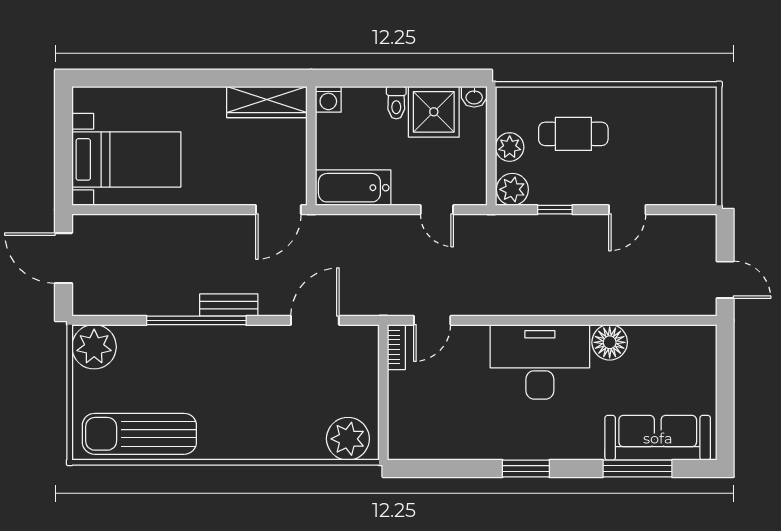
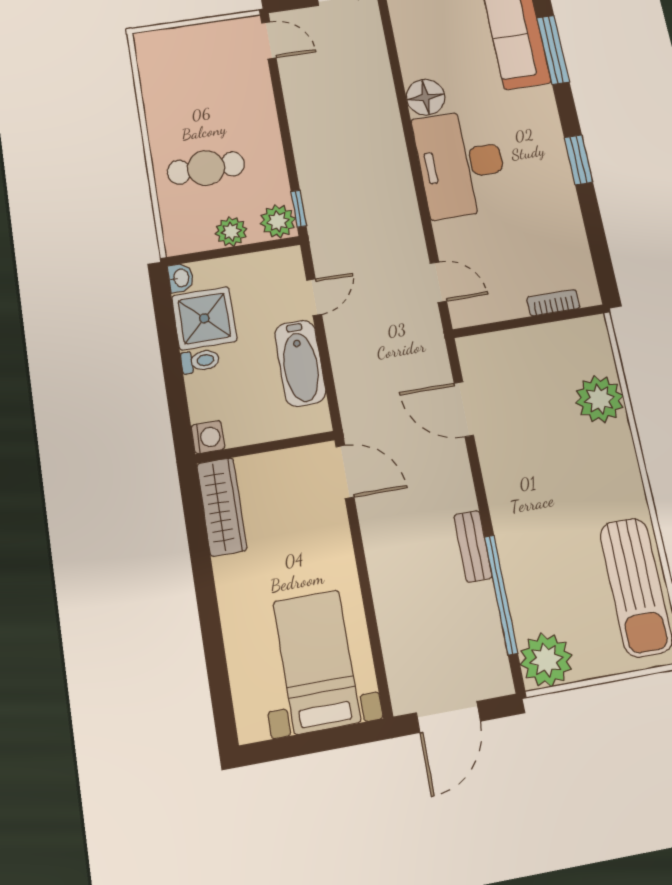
cafe table: (573, 134) -> (206, 168), turned 90
bathtub: (353, 188) -> (300, 363), moved
window: (555, 210) -> (299, 209), moved
door: (627, 210) -> (269, 40), moved
bench: (229, 305) -> (473, 546), moved
window: (196, 320) -> (501, 595), moved
bookcase: (396, 347) -> (553, 303), moved
plant: (348, 439) -> (599, 399), moved

